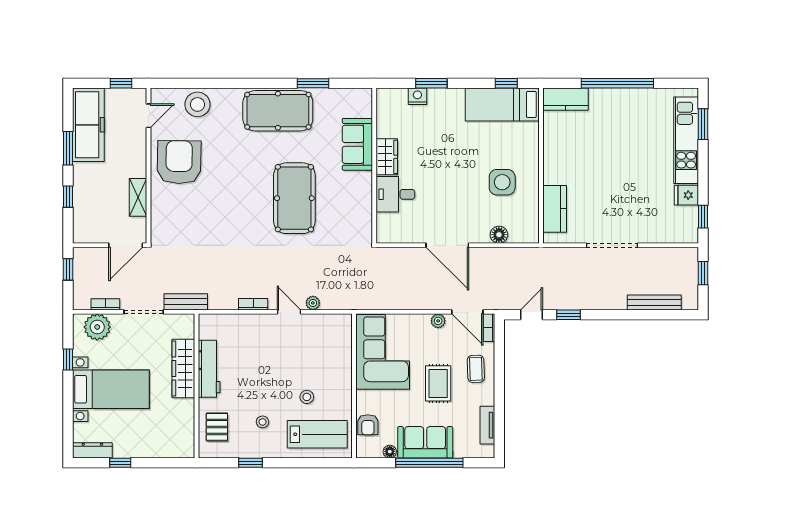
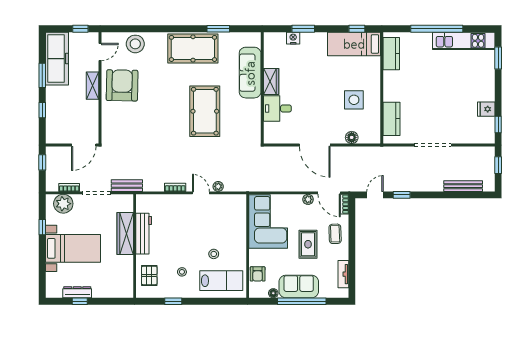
kitchen counter: (565, 99) -> (391, 54), moved, turned -90
kitchen unit: (686, 140) -> (464, 41), moved, turned -90
sofa: (357, 144) -> (250, 73), width x1.36
shelving: (138, 197) -> (93, 86), moved
dresser: (92, 450) -> (77, 292), moved

